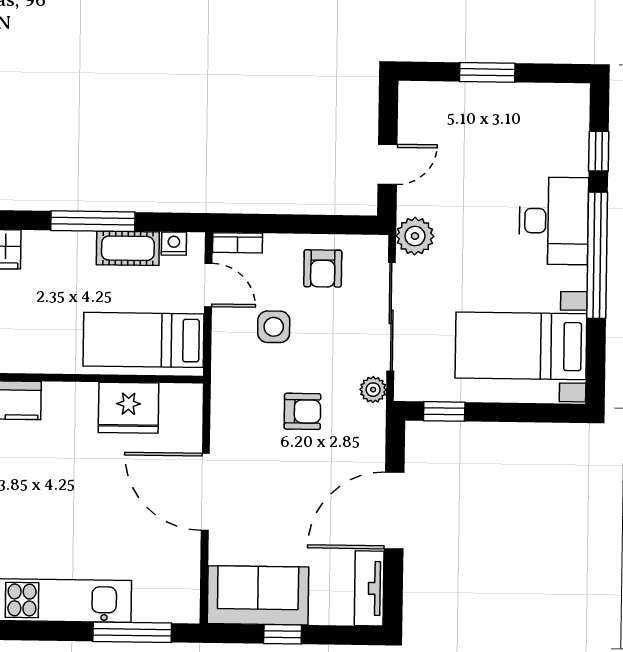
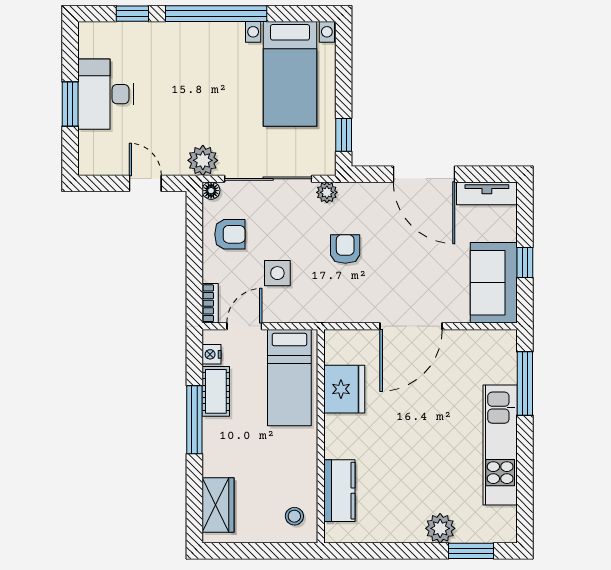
desk: (554, 221) -> (106, 94), moved, turned -90
floor lamp: (377, 246) -> (211, 191), added

